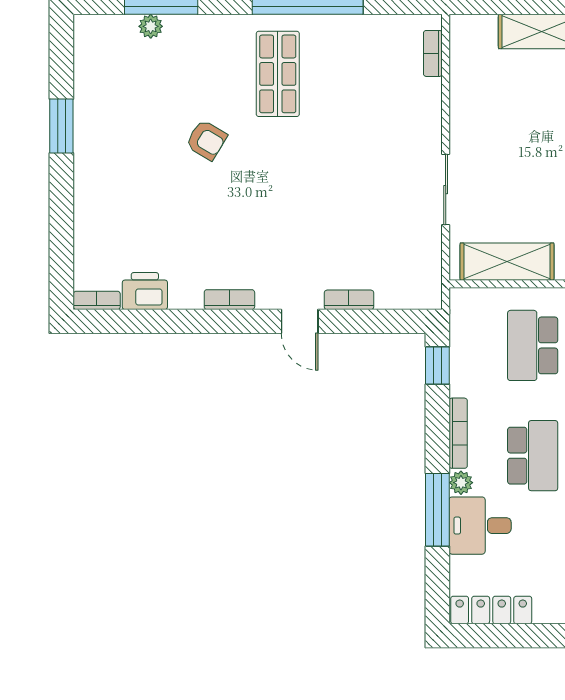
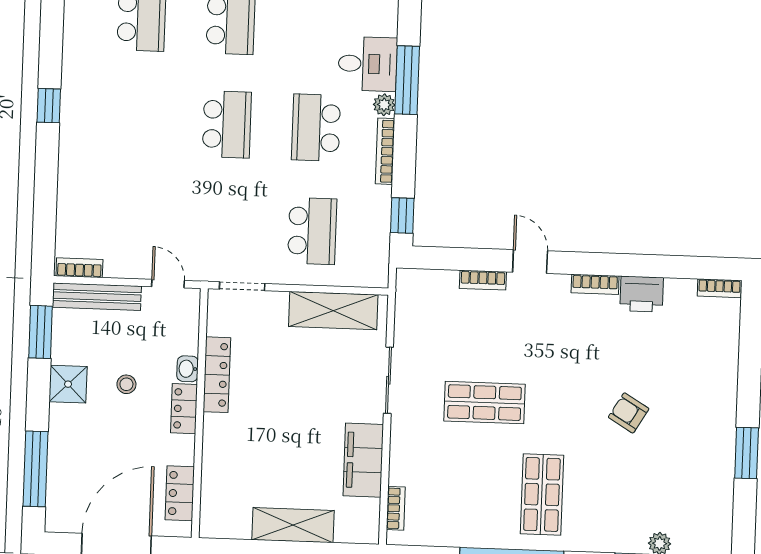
filing cabinet: (469, 103) -> (363, 460), added
armchair: (206, 140) -> (629, 413), moved
shop shelf: (343, 169) -> (484, 403), added
printer: (145, 291) -> (642, 294), moved

